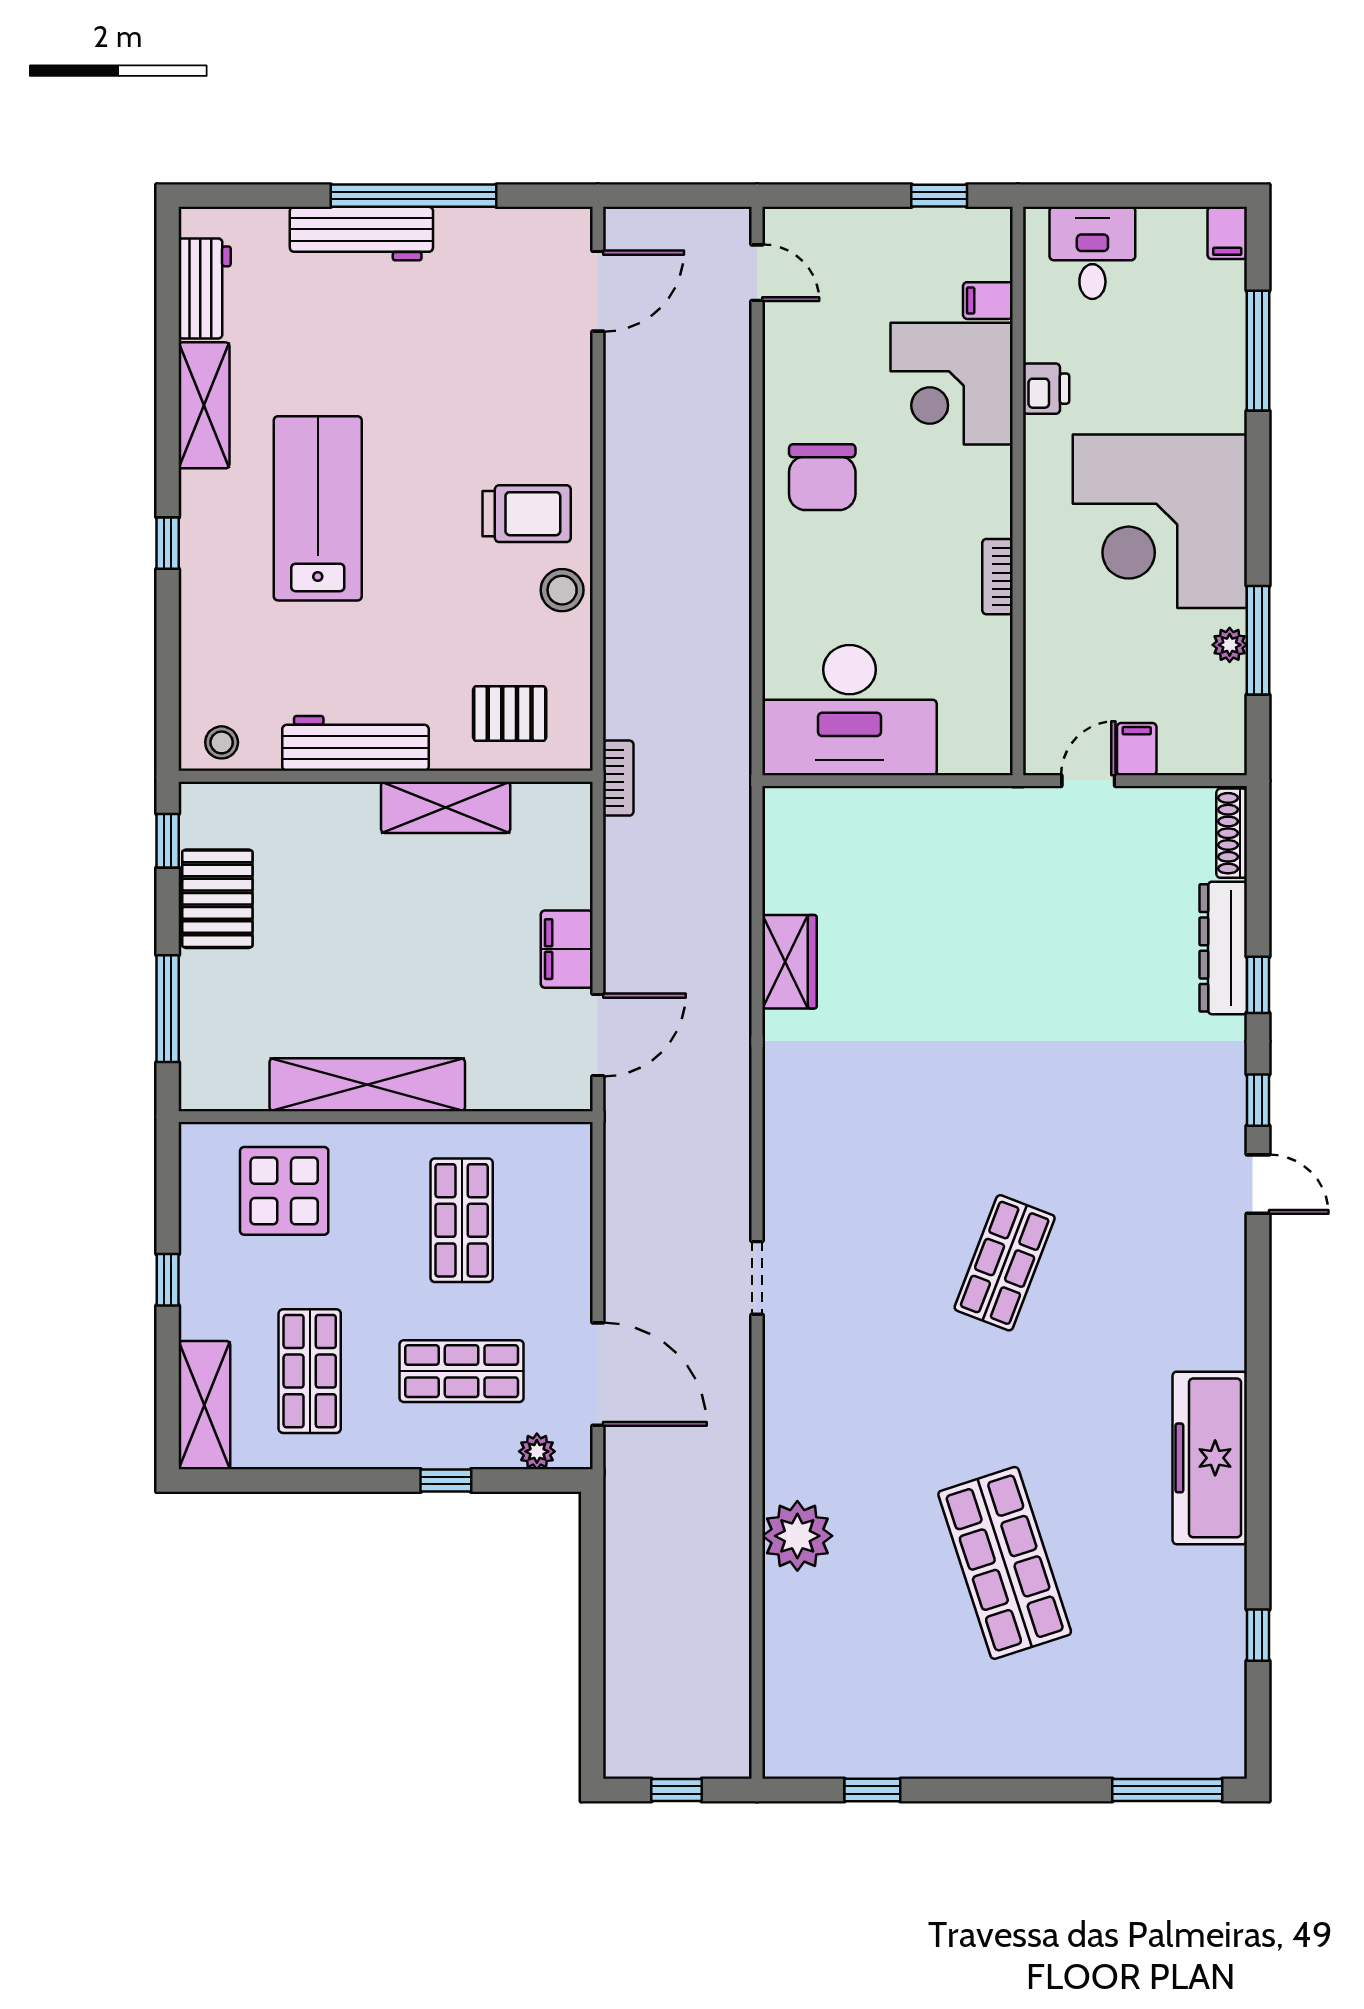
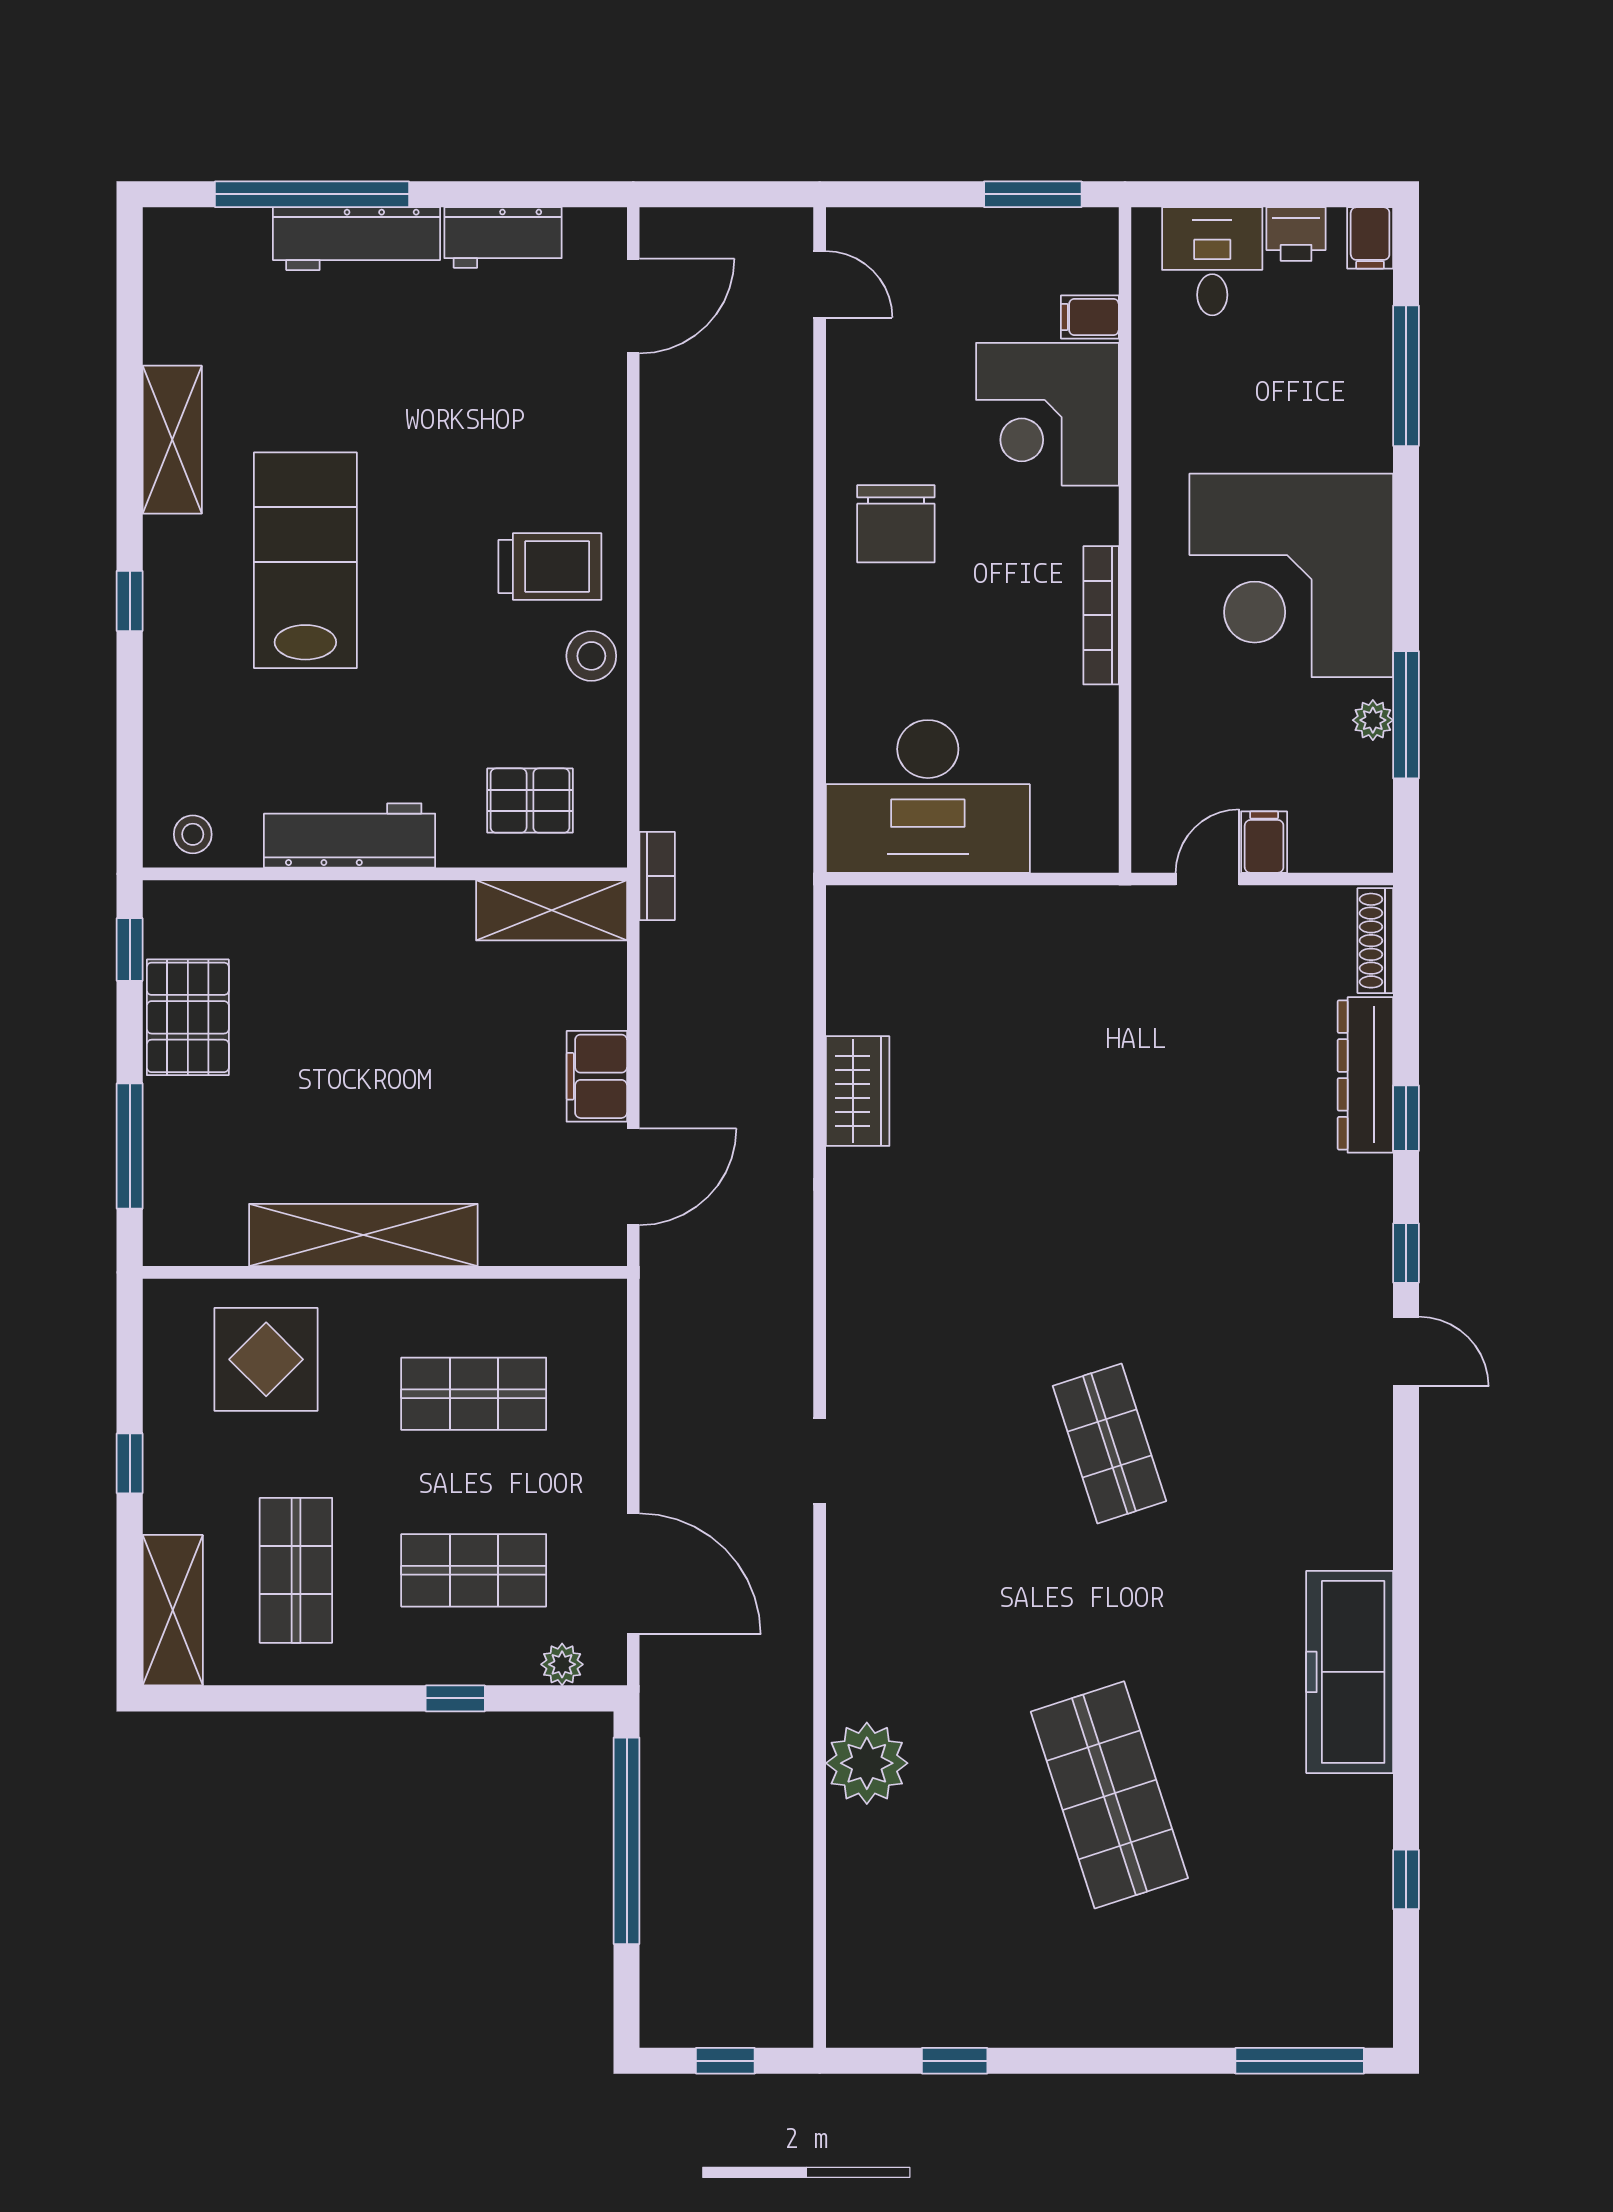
window: (413, 196) -> (312, 194), moved
window: (939, 196) -> (1033, 194), width x1.50
workbench: (205, 288) -> (503, 238), moved, turned 90
printer: (1046, 389) -> (1296, 234), moved, turned 90
bookcase: (997, 577) -> (1101, 615), width x1.56
shelving: (446, 807) -> (552, 910), moved
shop shelf: (462, 1220) -> (474, 1394), turned 90
shop shelf: (1005, 1263) -> (1109, 1444), turned -39
window: (592, 1602) -> (627, 1841), added

